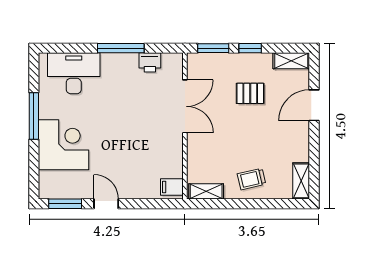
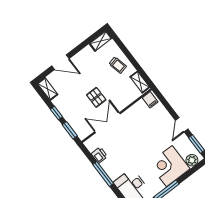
pallet: (250, 93) -> (96, 97), moved
plant: (48, 181) -> (192, 160), added

